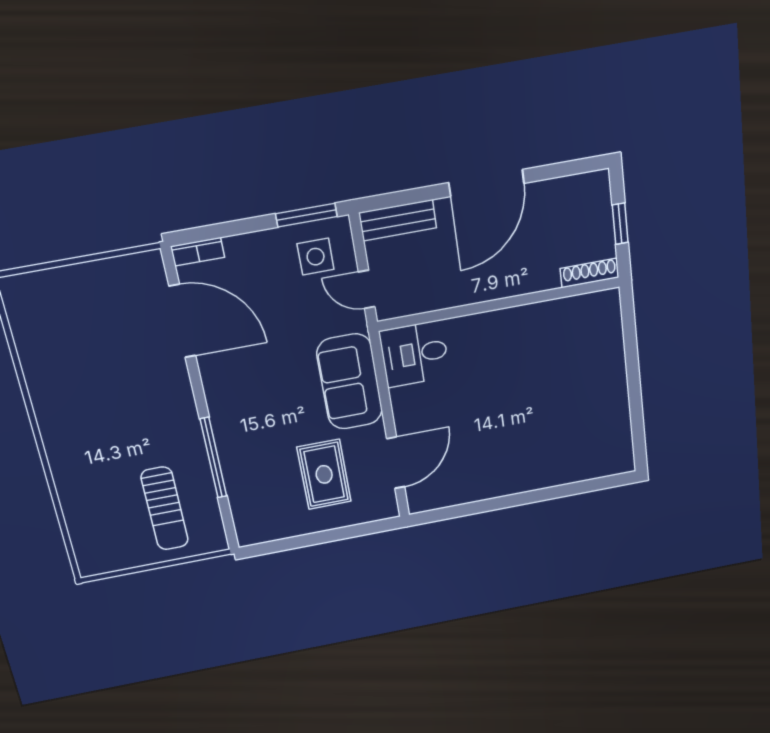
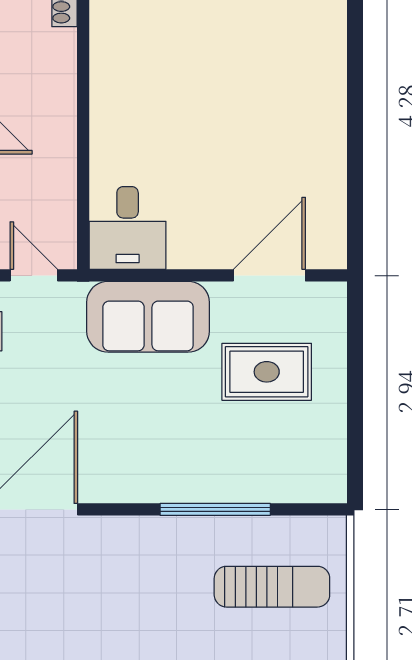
door: (367, 289) -> (34, 275), swing flipped
door: (396, 463) -> (269, 275), hinge flipped

